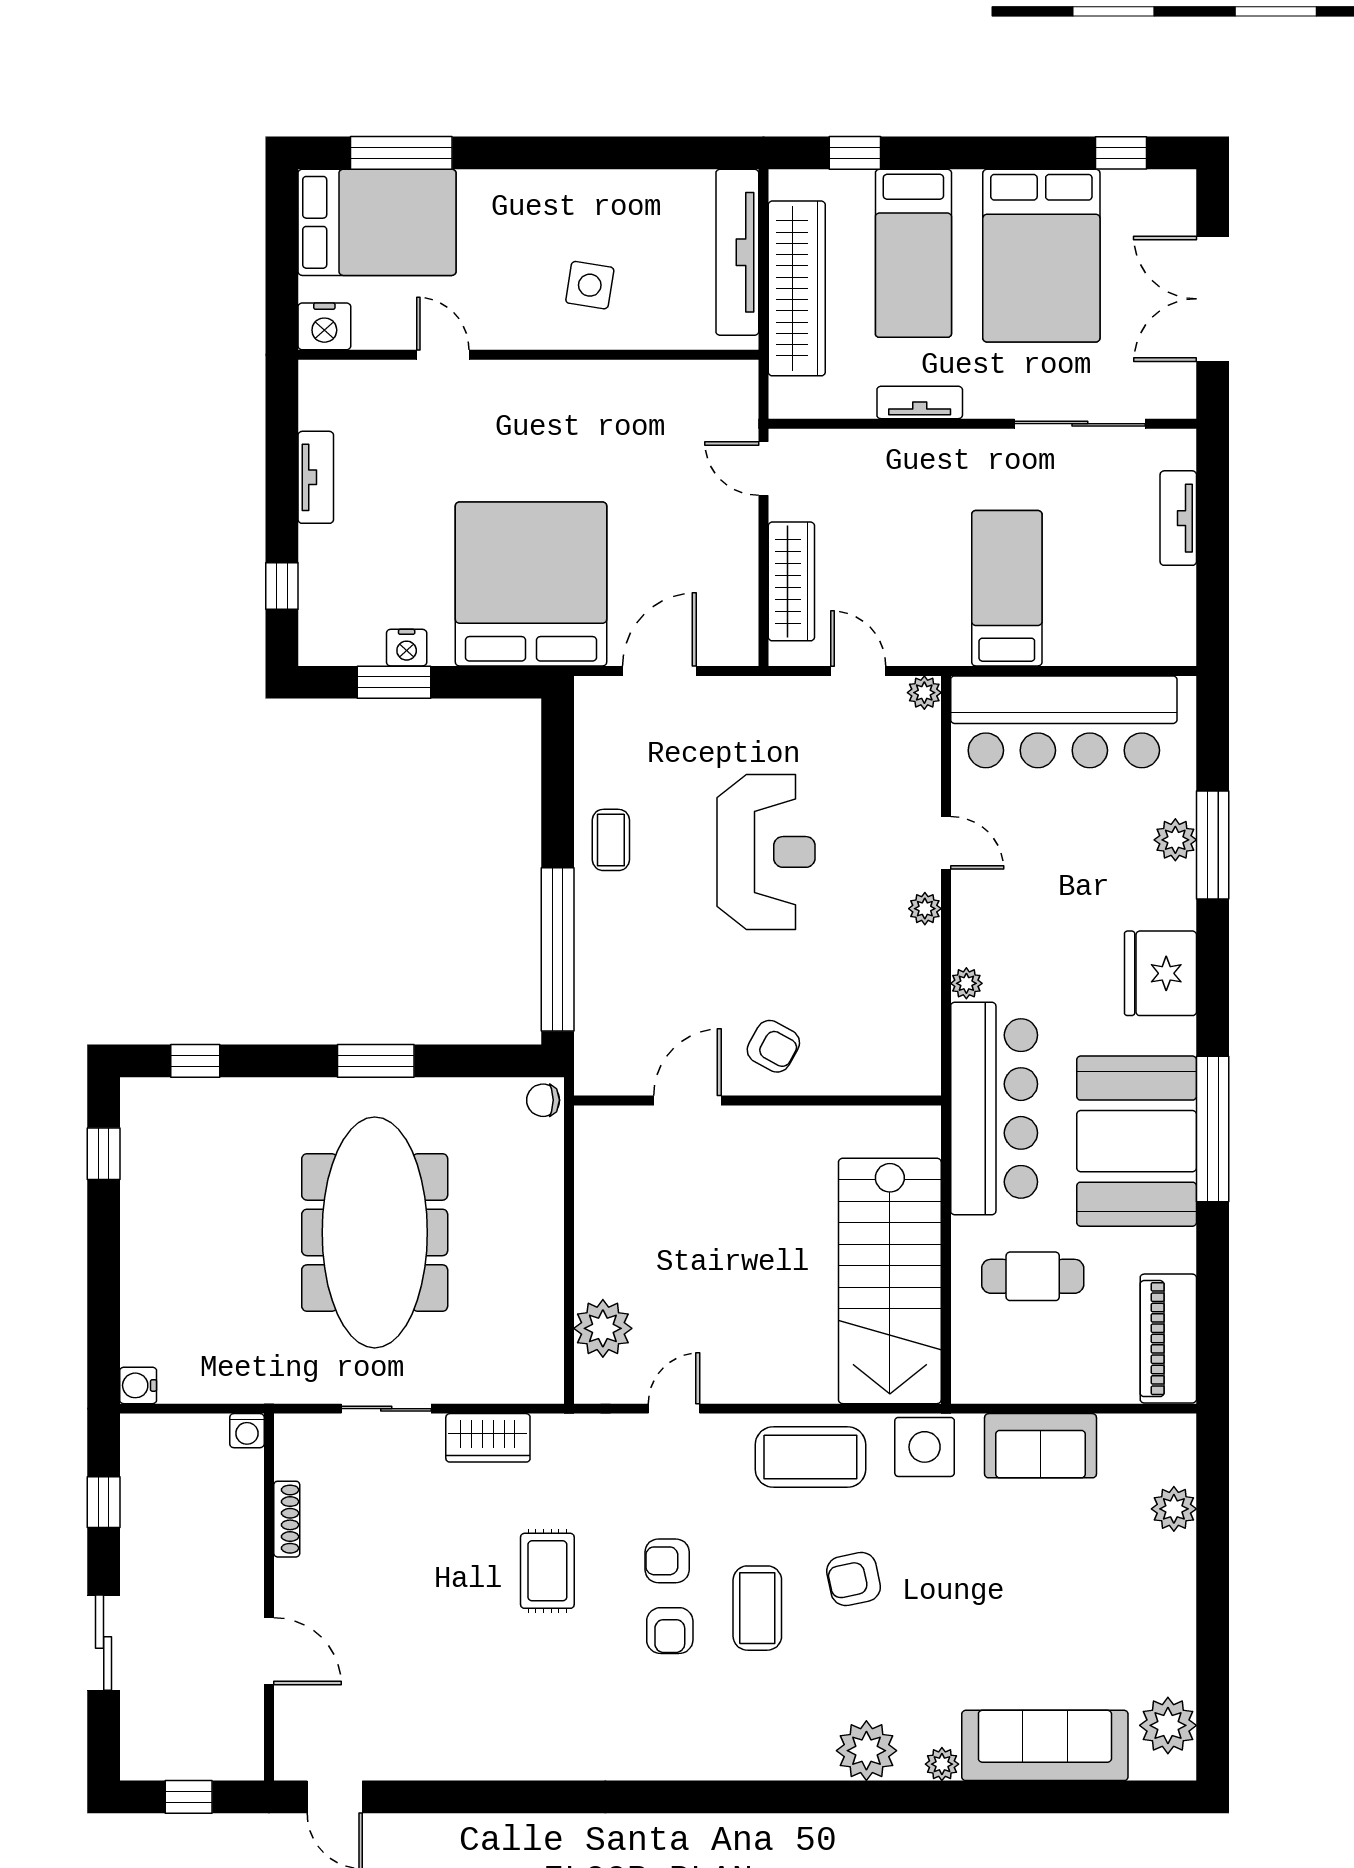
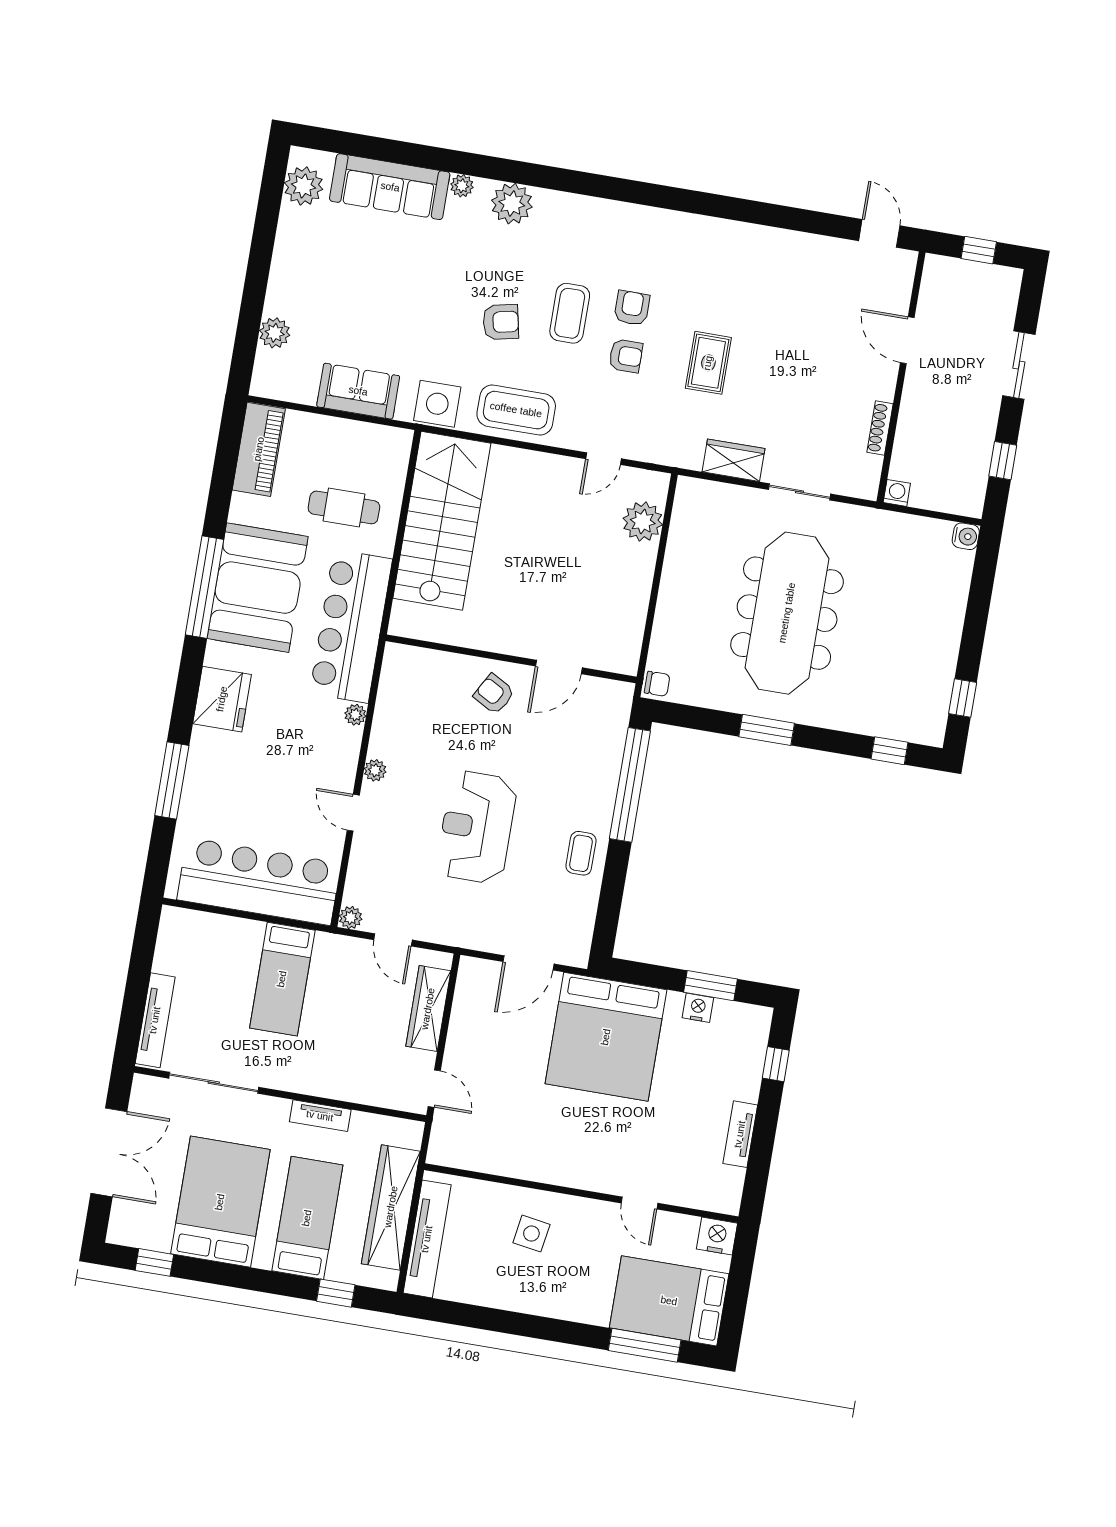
tv unit: (1178, 518) -> (155, 1020), width x1.41
plant: (1175, 840) -> (197, 788), removed

